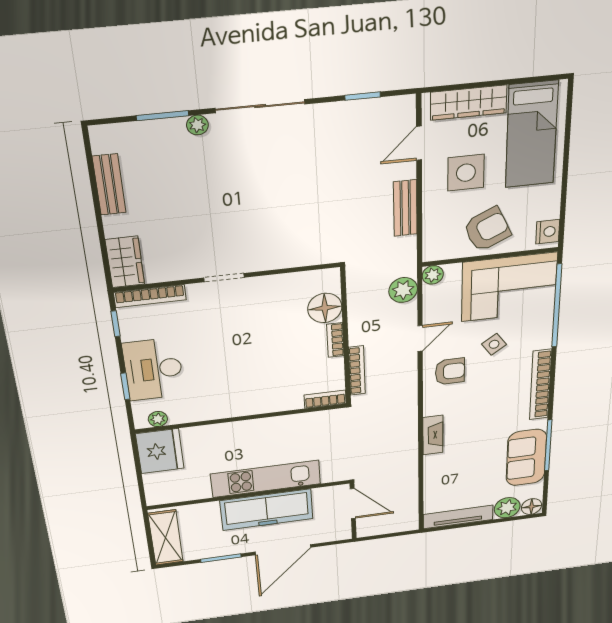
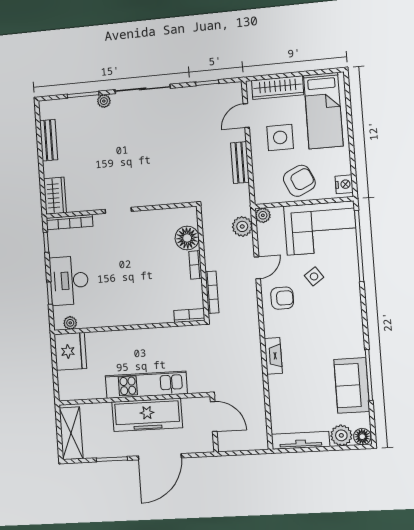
bookcase: (541, 385) -> (355, 316), removed

